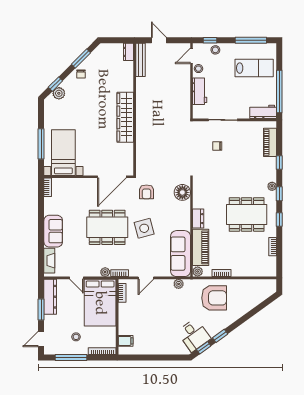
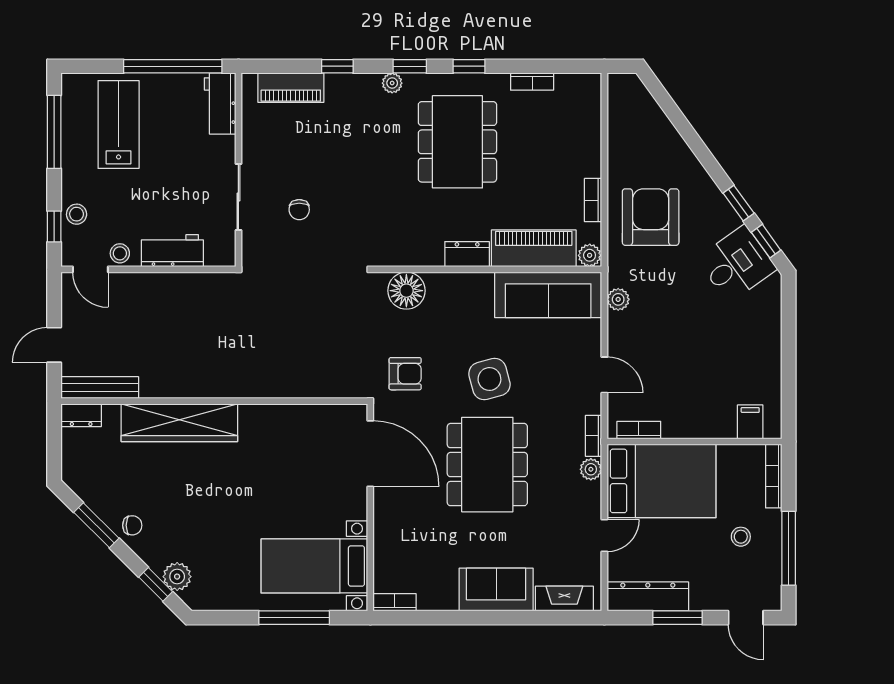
wardrobe: (125, 117) -> (179, 423), moved

